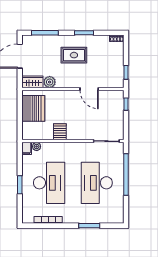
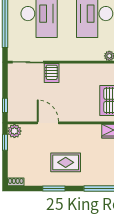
plant: (50, 82) -> (14, 131), moved
server rack: (60, 132) -> (52, 73), moved

